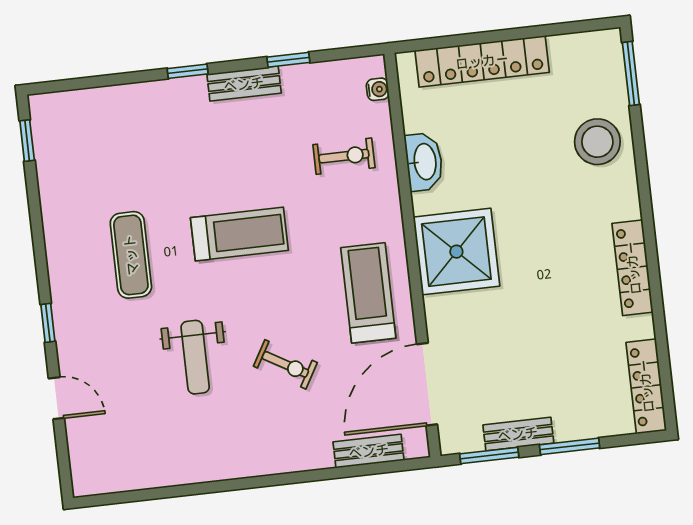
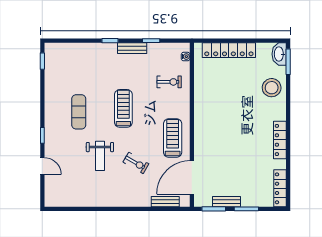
washbasin: (424, 162) -> (279, 54), moved, turned 180
treadmill: (239, 234) -> (123, 108), turned -90
shower: (456, 252) -> (210, 125), removed

